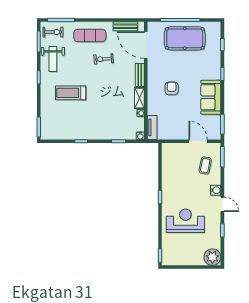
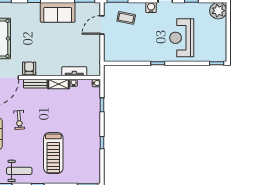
armchair: (172, 88) -> (29, 68), moved, turned 90
treadmill: (71, 93) -> (53, 153), width x1.37, depth x1.38
tv unit: (152, 127) -> (74, 71), moved

